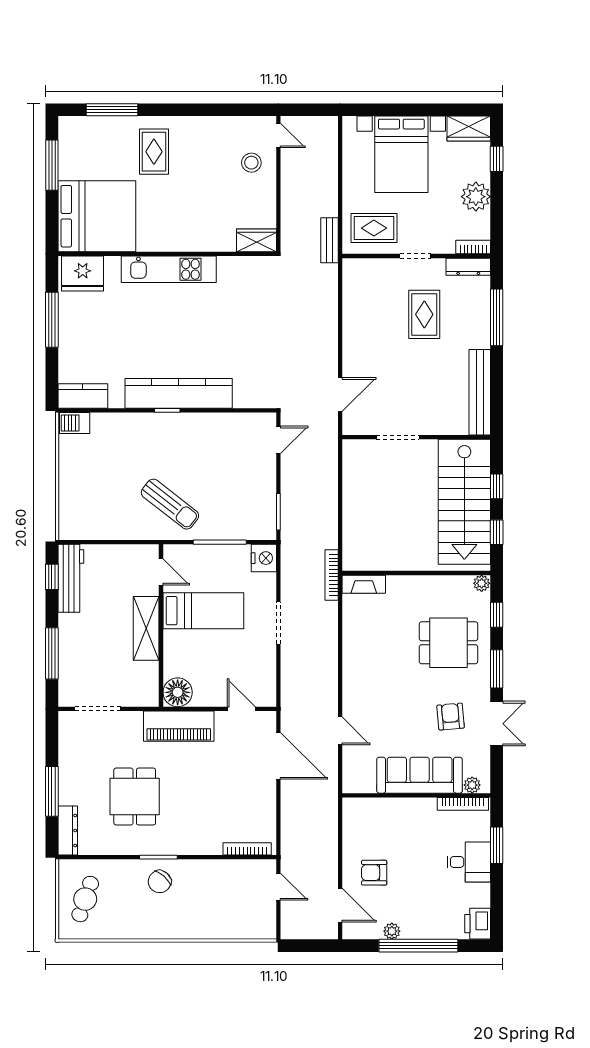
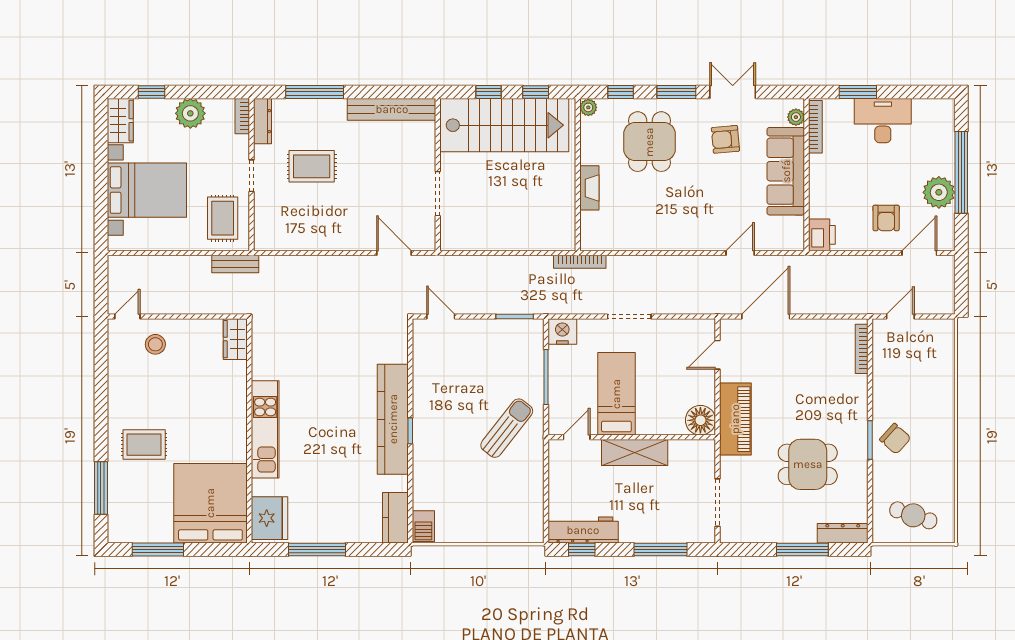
fireplace: (364, 584) -> (589, 188), moved
desk: (469, 862) -> (883, 121), width x1.37
printer: (478, 924) -> (822, 235), moved, turned -90
plant: (392, 931) -> (939, 192), width x1.88, depth x1.88

